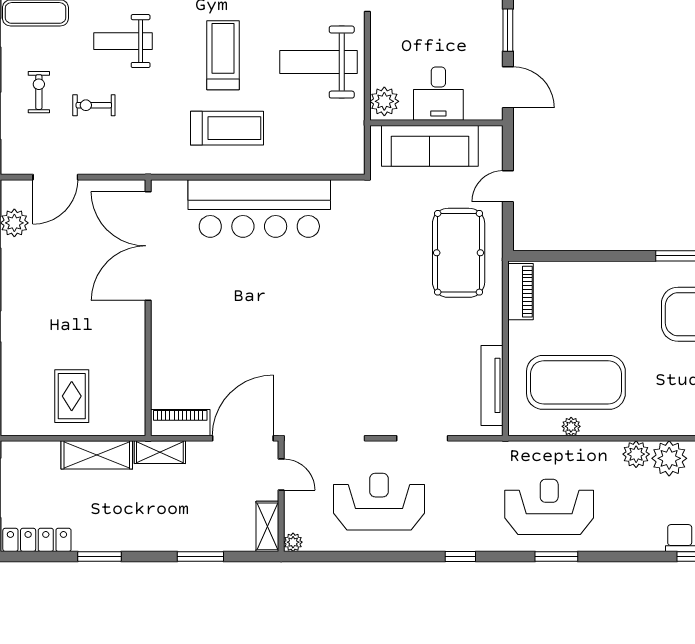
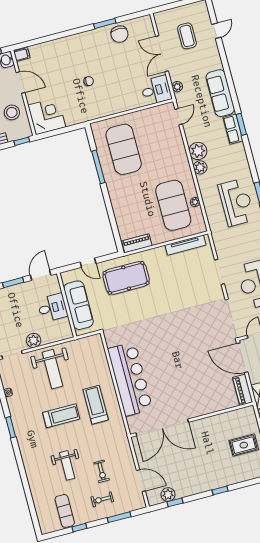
treadmill: (223, 55) -> (61, 416), turned 180
plant: (384, 101) -> (34, 340), moved
reception desk: (549, 507) -> (236, 202), turned 180

